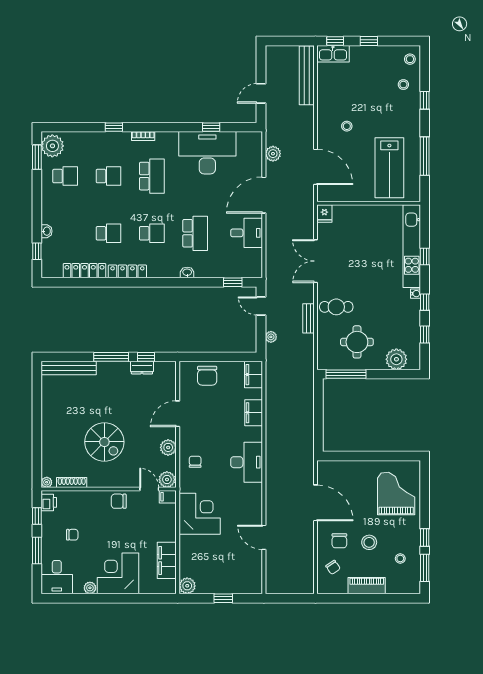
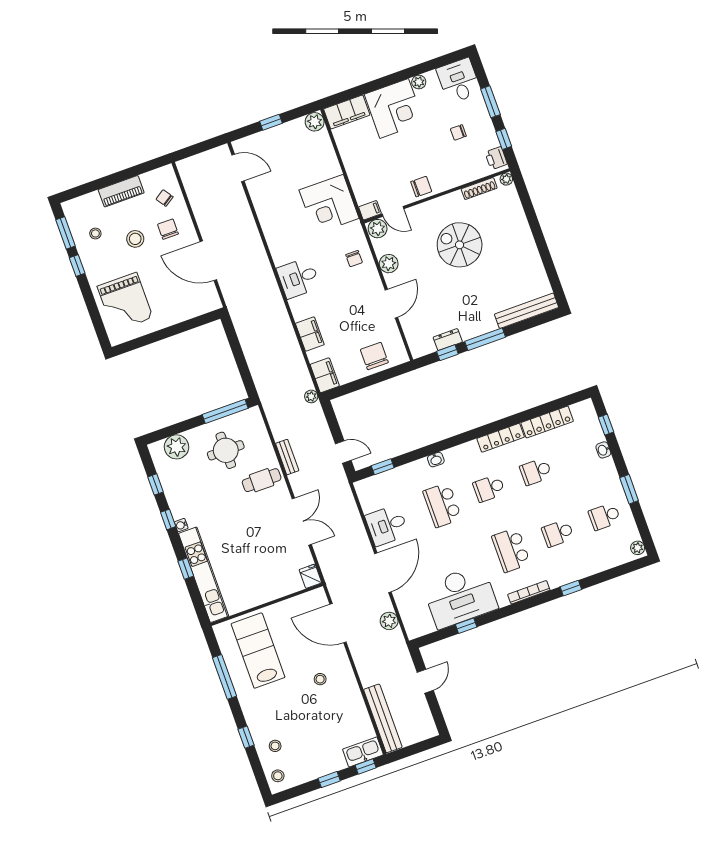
bookcase: (143, 136) -> (529, 592), width x1.56
plant: (52, 146) -> (638, 548), width x0.53, depth x0.53
window: (37, 157) -> (629, 489), moved
plant: (271, 337) -> (311, 396), moved
desk: (247, 462) -> (298, 278), width x0.73
door: (264, 537) -> (238, 168), moved
filing cabinet: (167, 560) -> (347, 112), moved, turned 90

